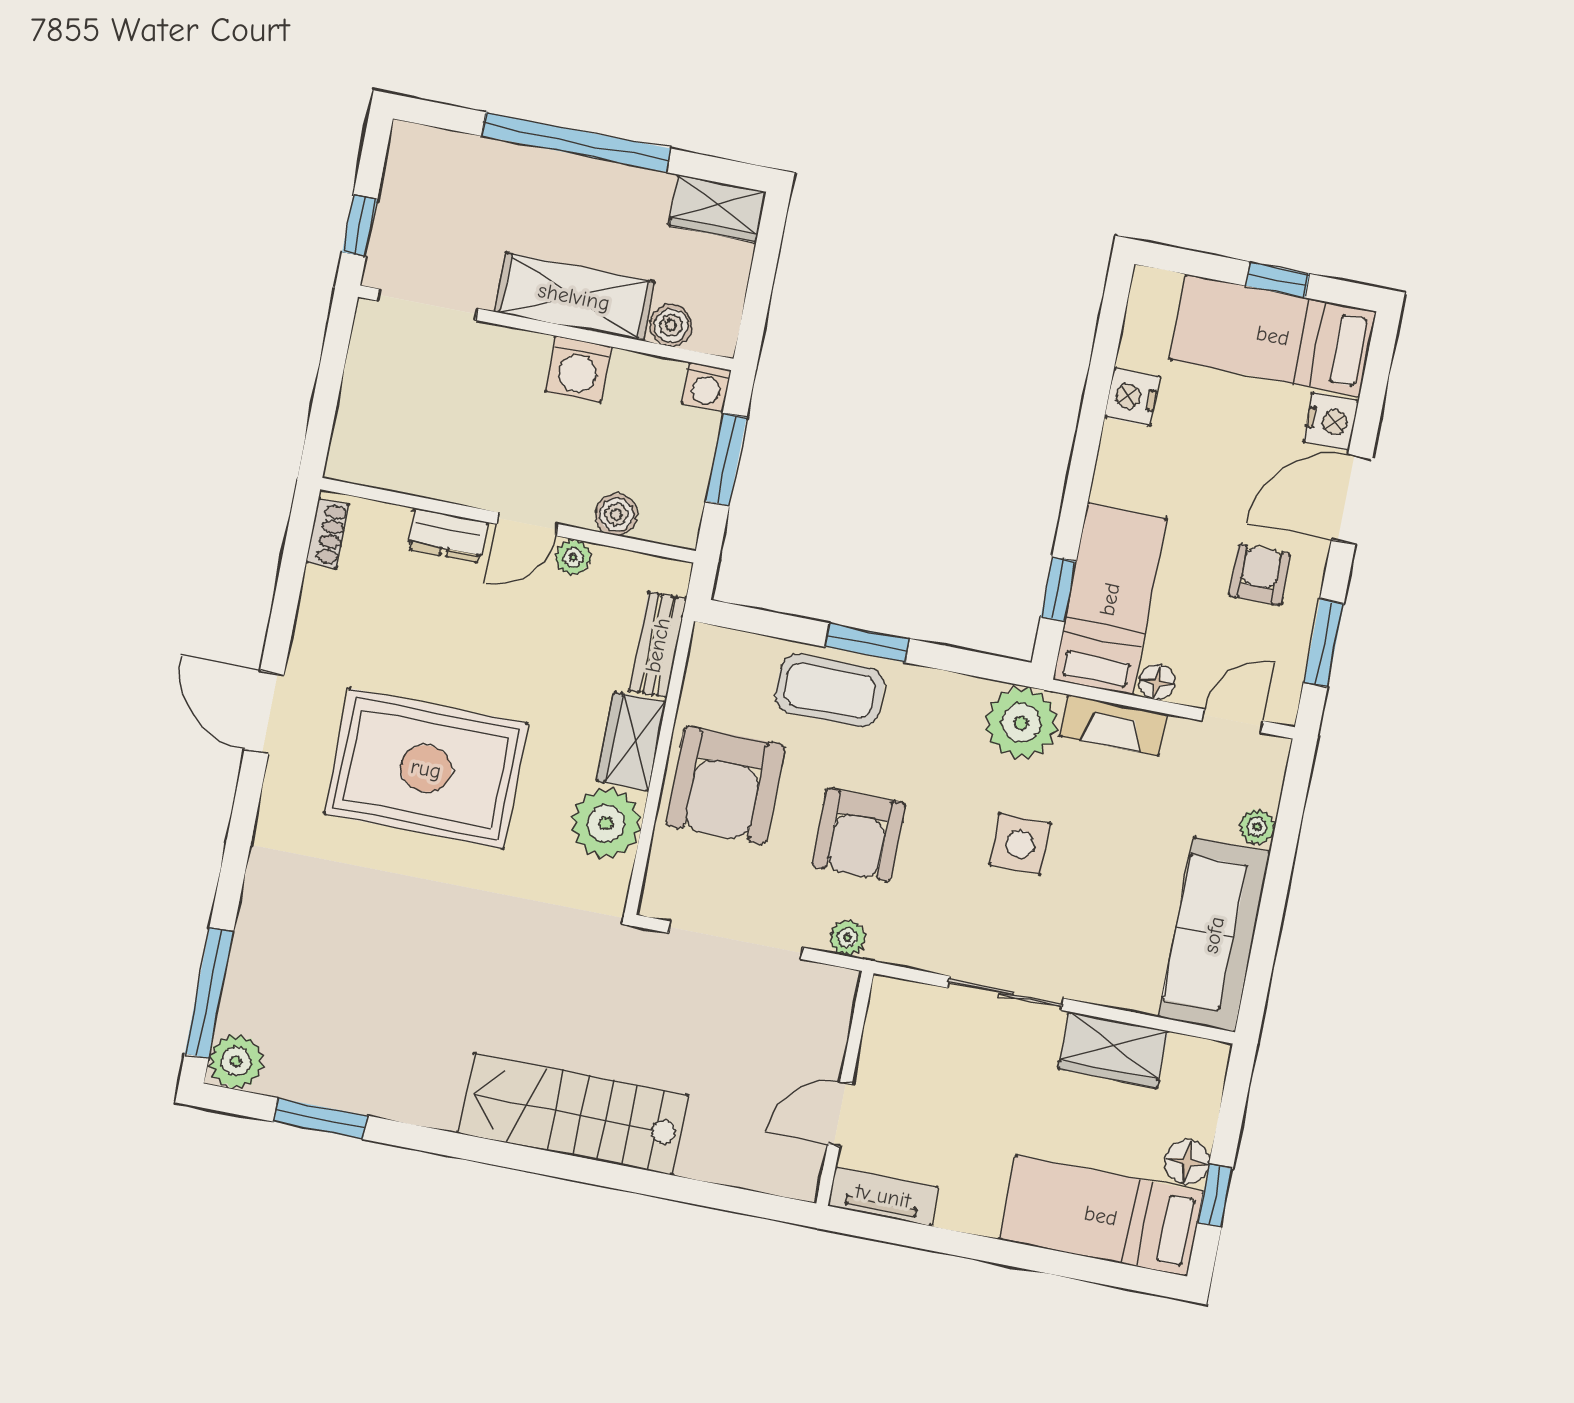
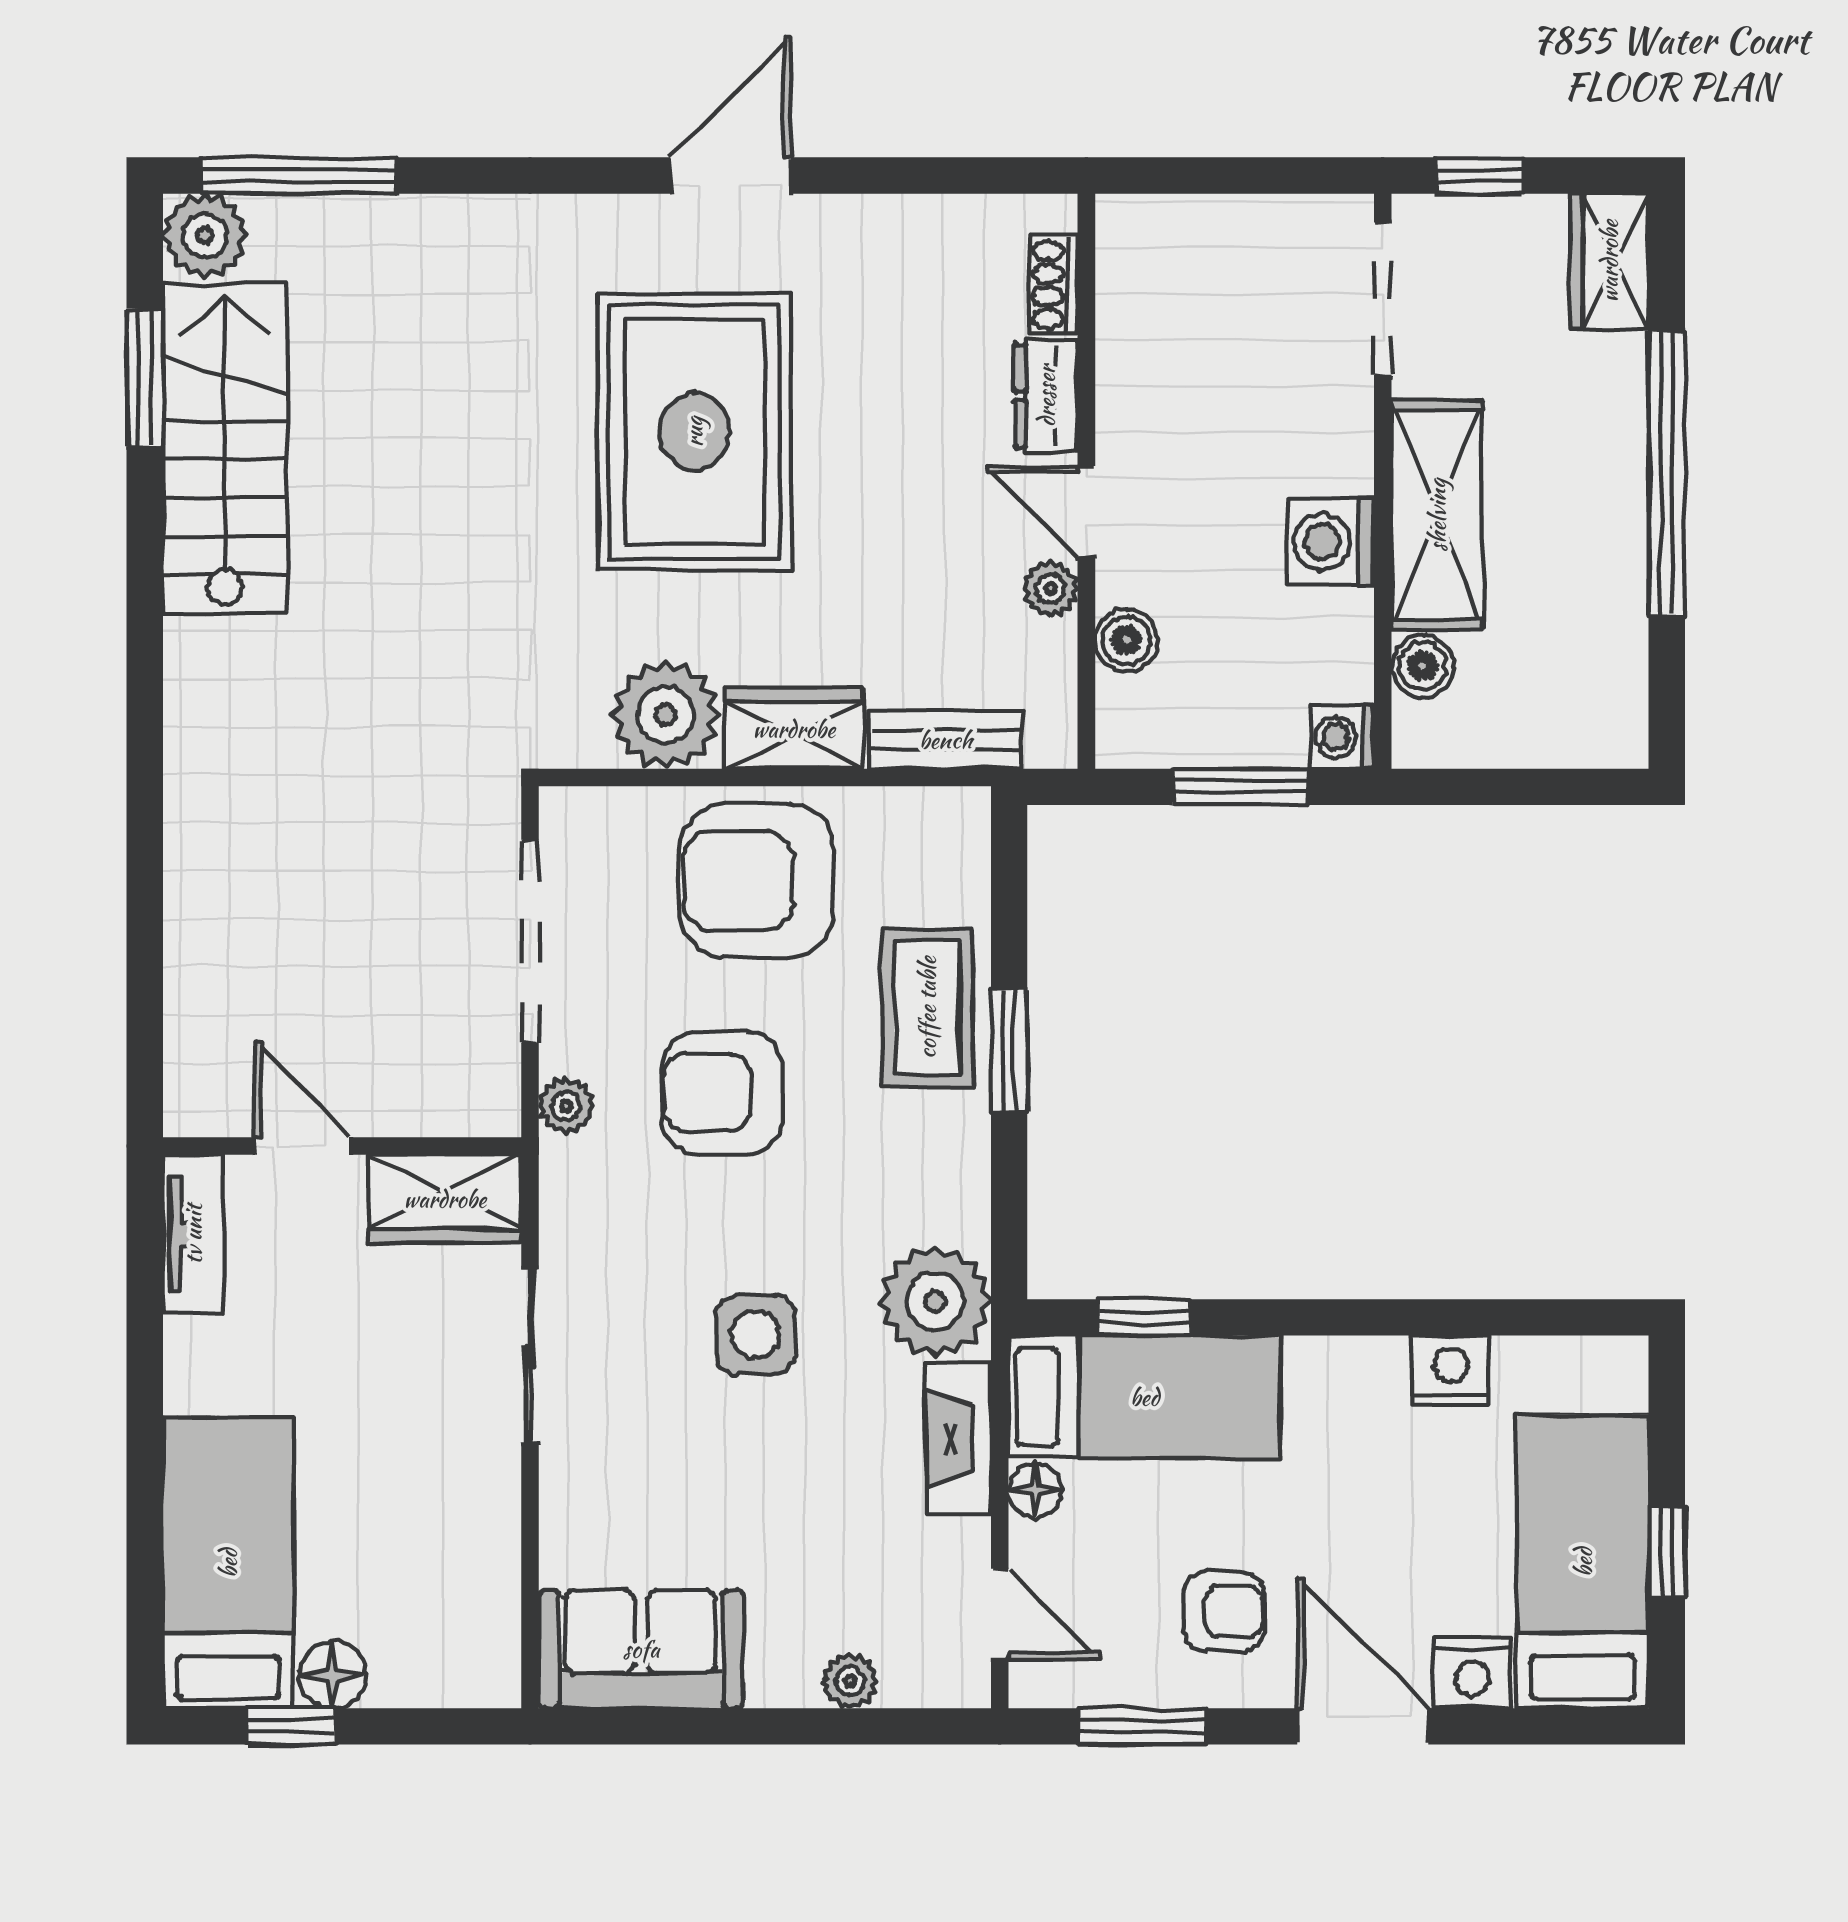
wardrobe: (717, 209) -> (1609, 261), moved
shoe rack: (327, 533) -> (1054, 285), moved, turned 90
sofa: (1214, 935) -> (641, 1649), width x0.73
wardrobe: (1113, 1050) -> (445, 1199), moved, turned -90
stairs: (573, 1114) -> (225, 448), moved

